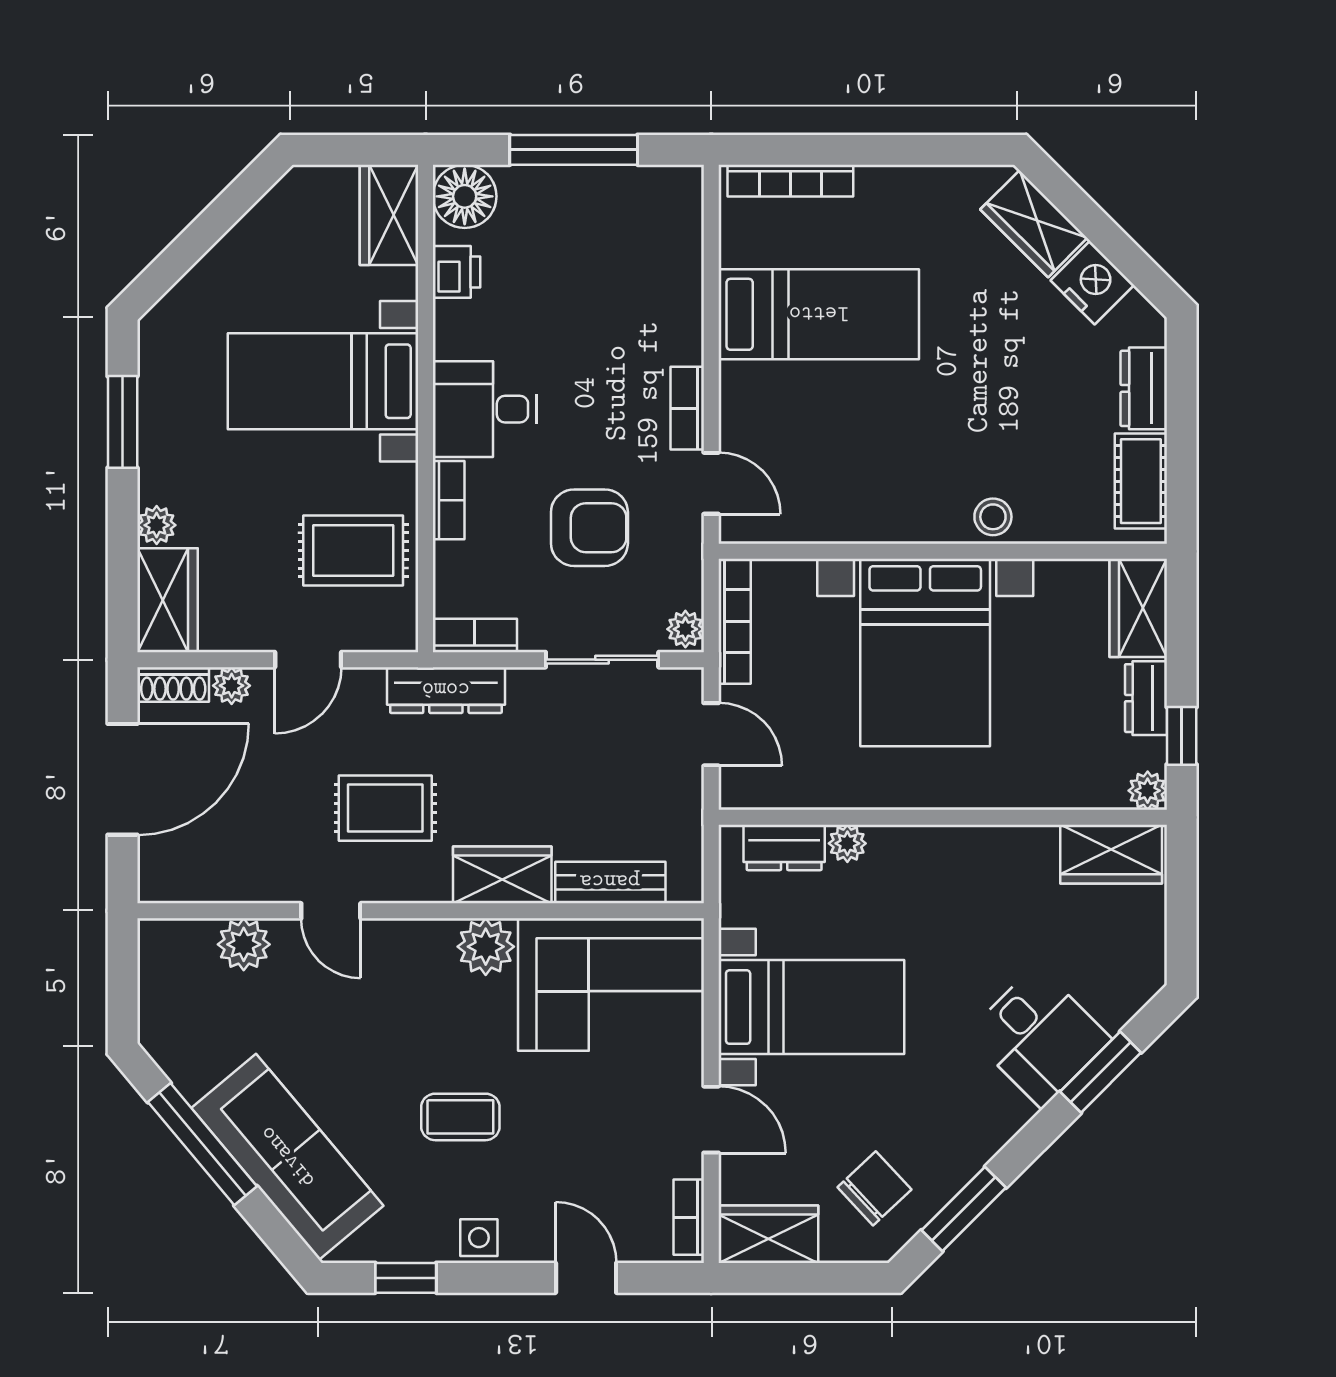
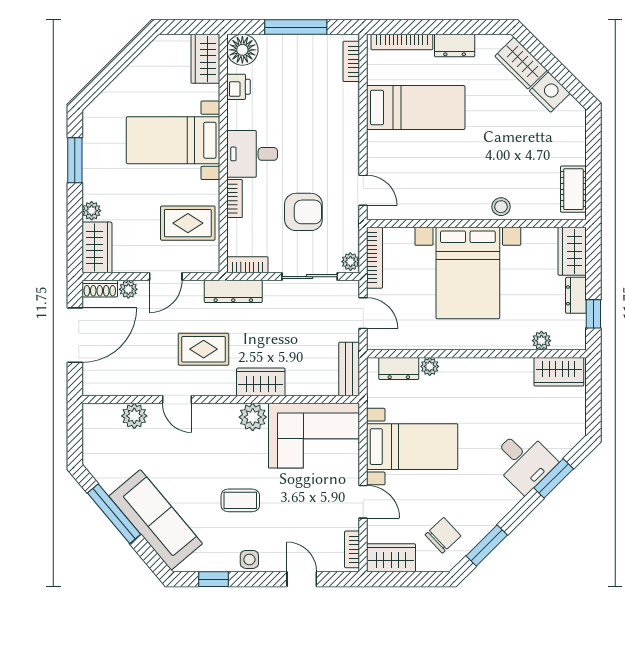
dresser: (1144, 388) -> (455, 46), moved, turned -90
bookcase: (687, 408) -> (351, 61), moved
plant: (1148, 791) -> (541, 341), moved
bench: (610, 882) -> (349, 369), moved, turned 90

